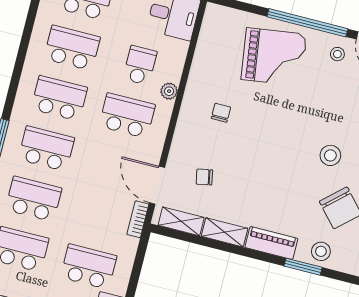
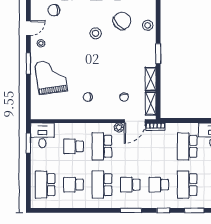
window: (307, 23) -> (28, 63), width x0.47
school desk: (72, 48) -> (74, 185), width x0.54
plant: (169, 91) -> (119, 127), moved
school desk: (46, 149) -> (130, 185), width x0.54
school desk: (34, 199) -> (159, 185), width x0.54
piano: (271, 243) -> (150, 53), removed
window: (303, 267) -> (158, 54), moved

